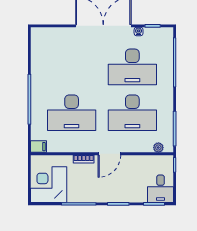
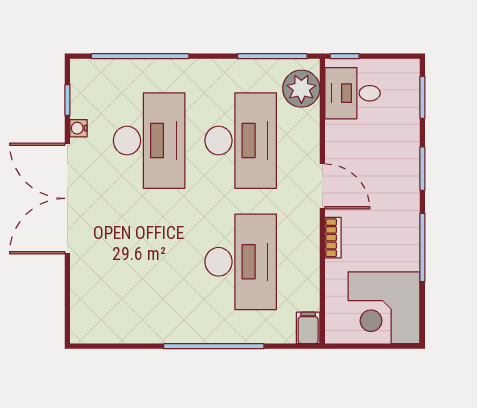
plant: (158, 148) -> (301, 89), width x1.88, depth x1.88
desk: (161, 189) -> (353, 93), moved, turned 180

